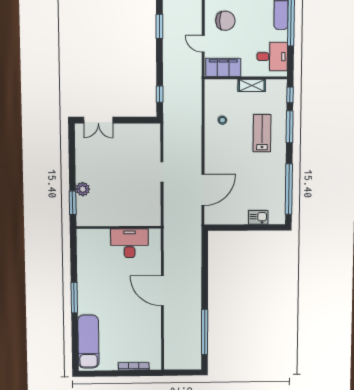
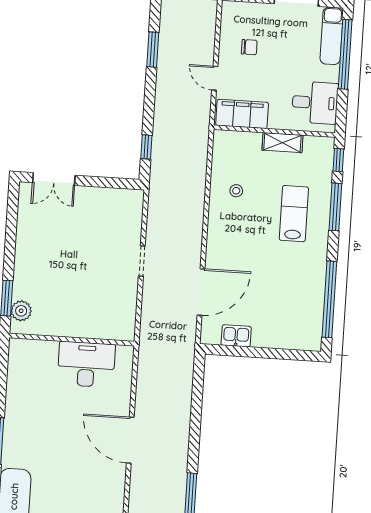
chair: (225, 21) -> (249, 47), width x0.54, depth x0.54
plant: (83, 189) -> (21, 311), moved
kitchen sink: (258, 217) -> (236, 336), moved

